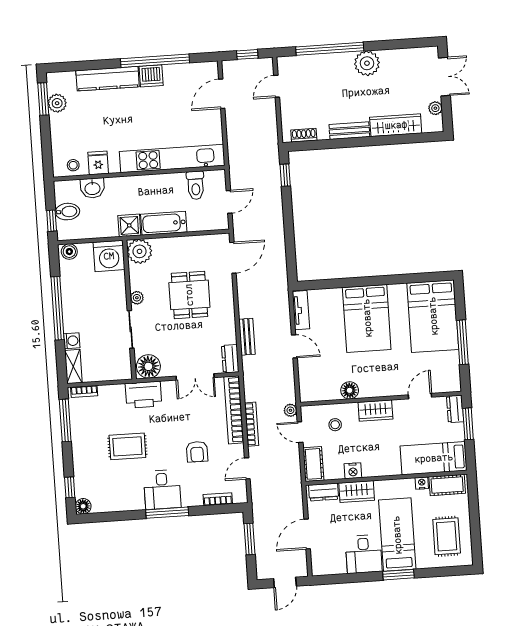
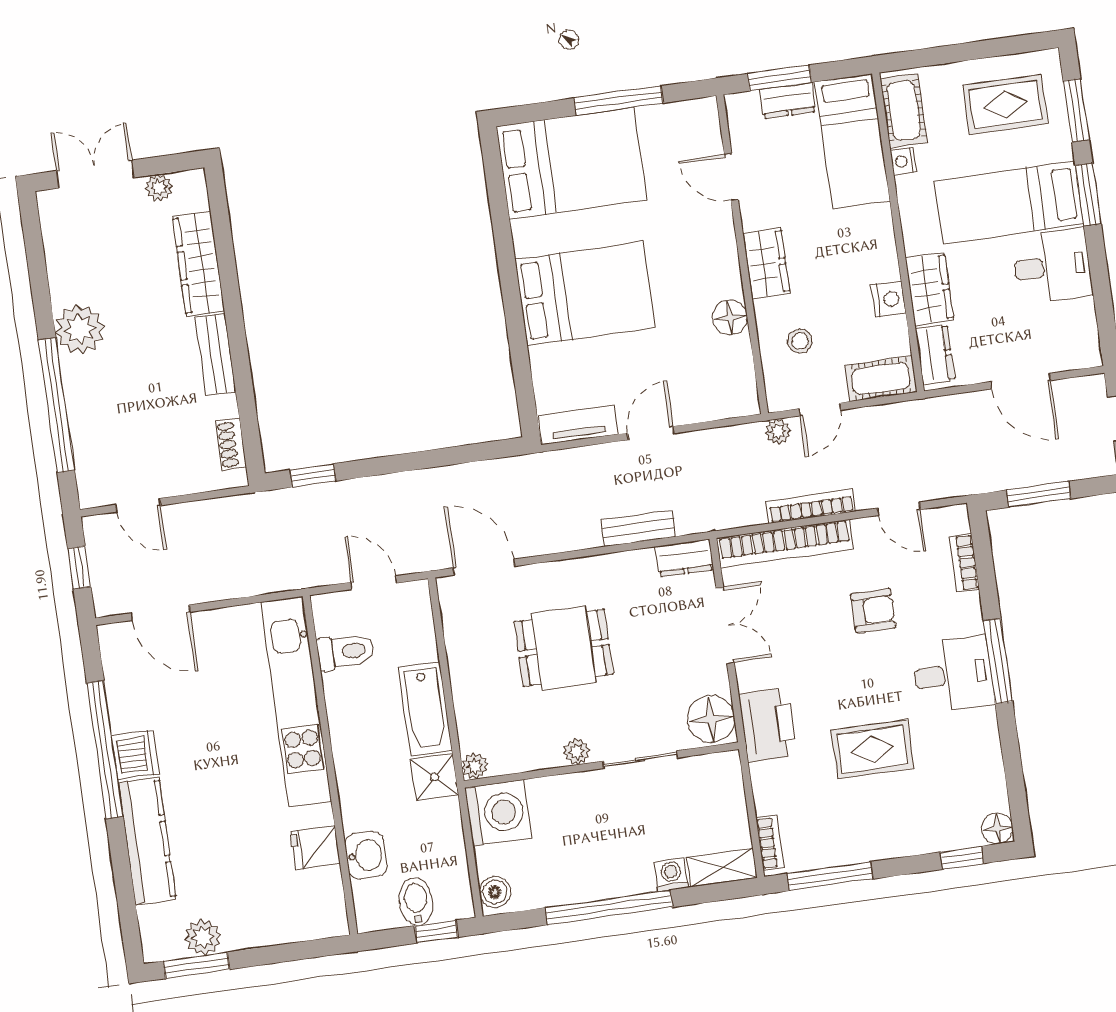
stool: (73, 165) -> (323, 897), removed
plant: (140, 251) -> (475, 766), width x0.53, depth x0.53
dresser: (455, 409) -> (788, 101), moved
rug: (127, 446) -> (872, 749), turned 90
window: (441, 572) -> (1076, 110), added

